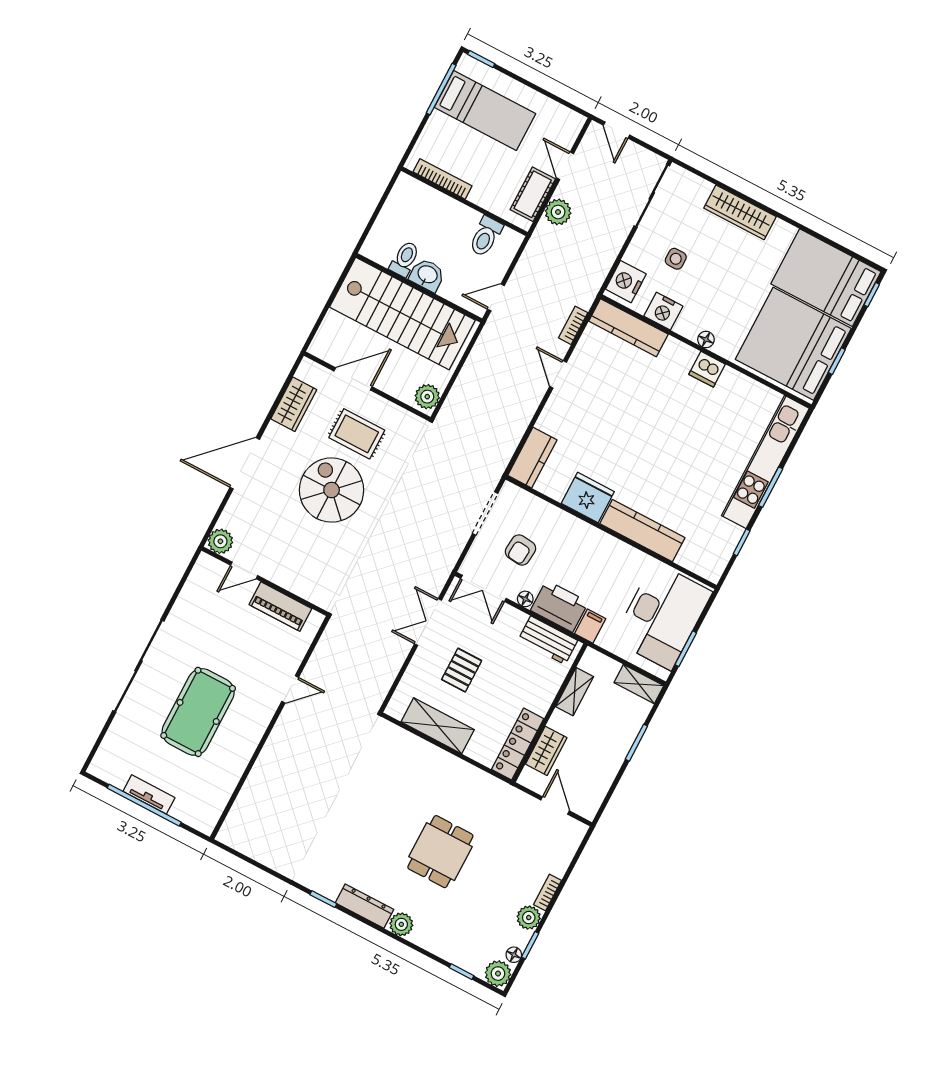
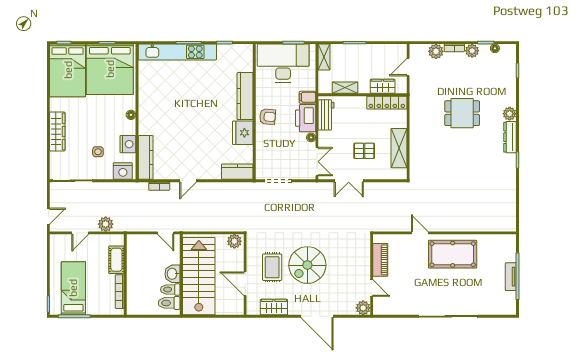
cot: (533, 194) -> (116, 260), moved, turned 90
toilet: (486, 236) -> (169, 303), moved, turned 180
dishwasher: (707, 369) -> (146, 106), removed
armchair: (521, 550) -> (268, 117), moved
pool table: (198, 712) -> (453, 254), moved
plant: (498, 974) -> (436, 51), moved

